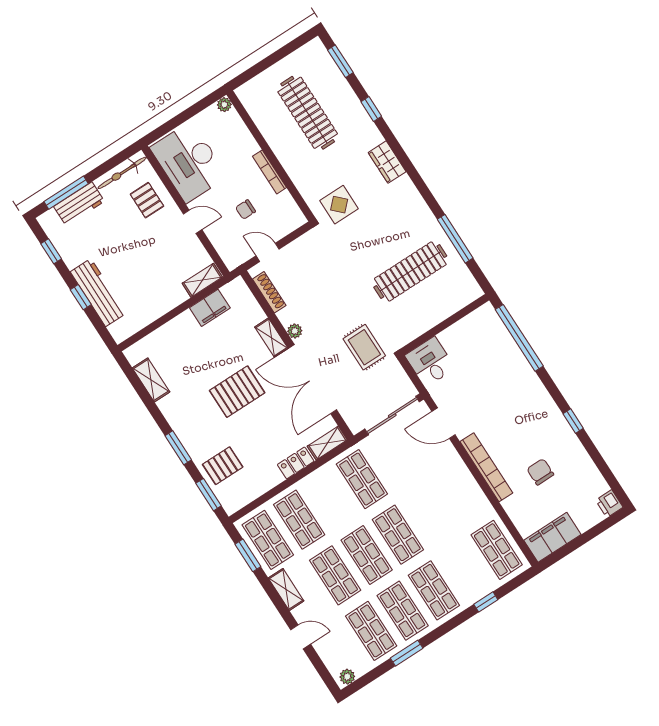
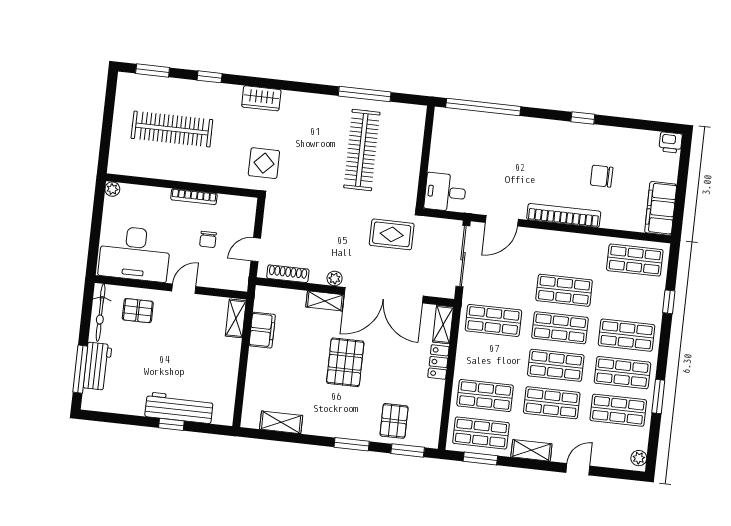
window: (51, 251) -> (117, 418), removed
shop shelf: (429, 514) -> (564, 290), added

